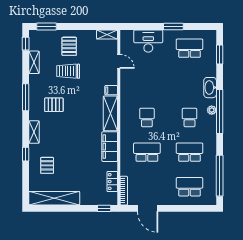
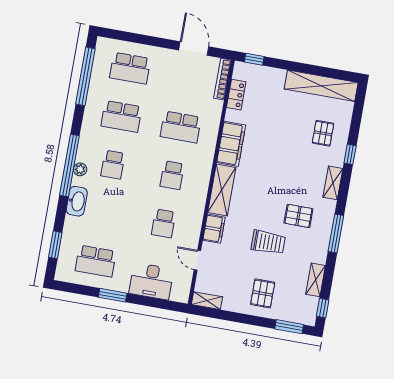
trolley: (68, 71) -> (268, 242), moved
school desk: (147, 83) -> (164, 223), added
filing cabinet: (111, 90) -> (214, 229), width x2.00

